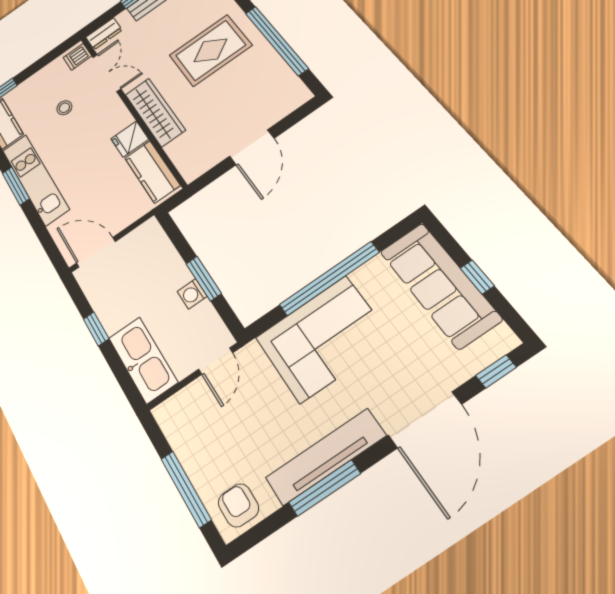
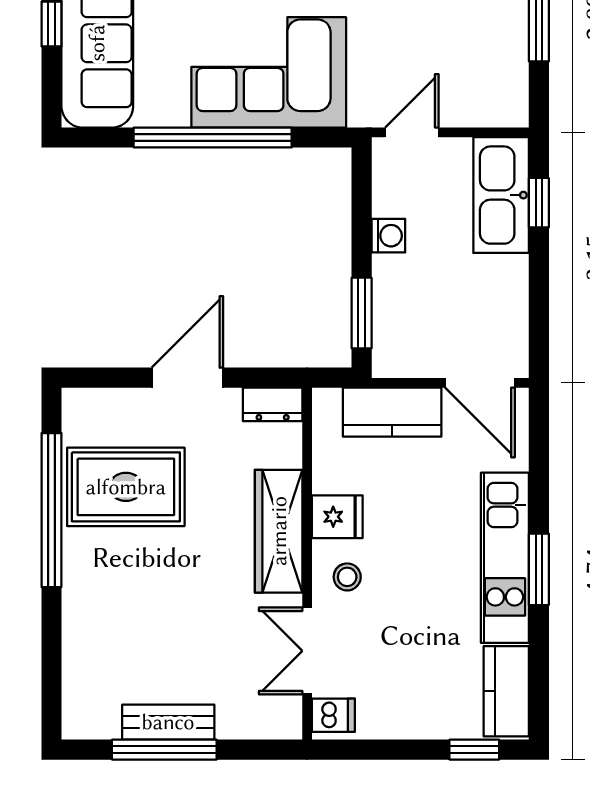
dresser: (104, 34) -> (273, 404), moved, turned 180
rug: (210, 50) -> (126, 487), moved
stool: (64, 108) -> (347, 577), moved
kitchen counter: (152, 172) -> (392, 412), moved, turned 90
window: (204, 279) -> (362, 313), moved
window: (96, 329) -> (539, 203), moved

